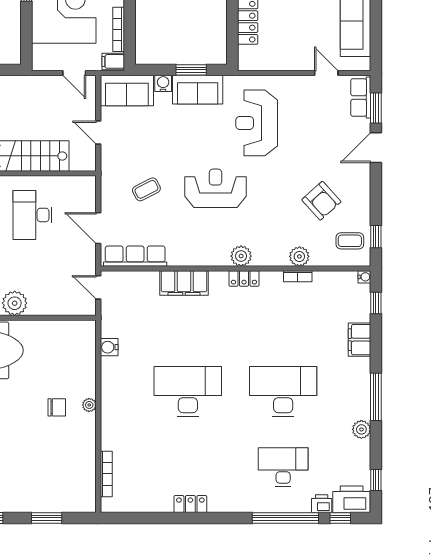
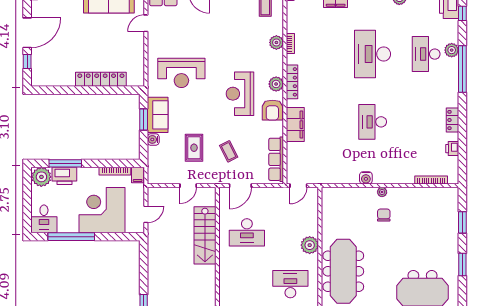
door: (74, 73) -> (146, 214), moved
sofa: (127, 91) -> (158, 165), removed
rug: (151, 141) -> (194, 148), added
reception desk: (215, 188) -> (240, 94), moved
armchair: (321, 201) -> (272, 110), moved, turned 132
door: (98, 228) -> (240, 186), moved
locker: (244, 278) -> (292, 82), width x1.53
water cooler: (109, 347) -> (366, 178), moved
desk: (188, 392) -> (373, 122), width x0.73, depth x0.77
plant: (289, 503) -> (452, 50), added
printer: (322, 504) -> (452, 149), moved
window: (285, 518) -> (462, 69), moved

